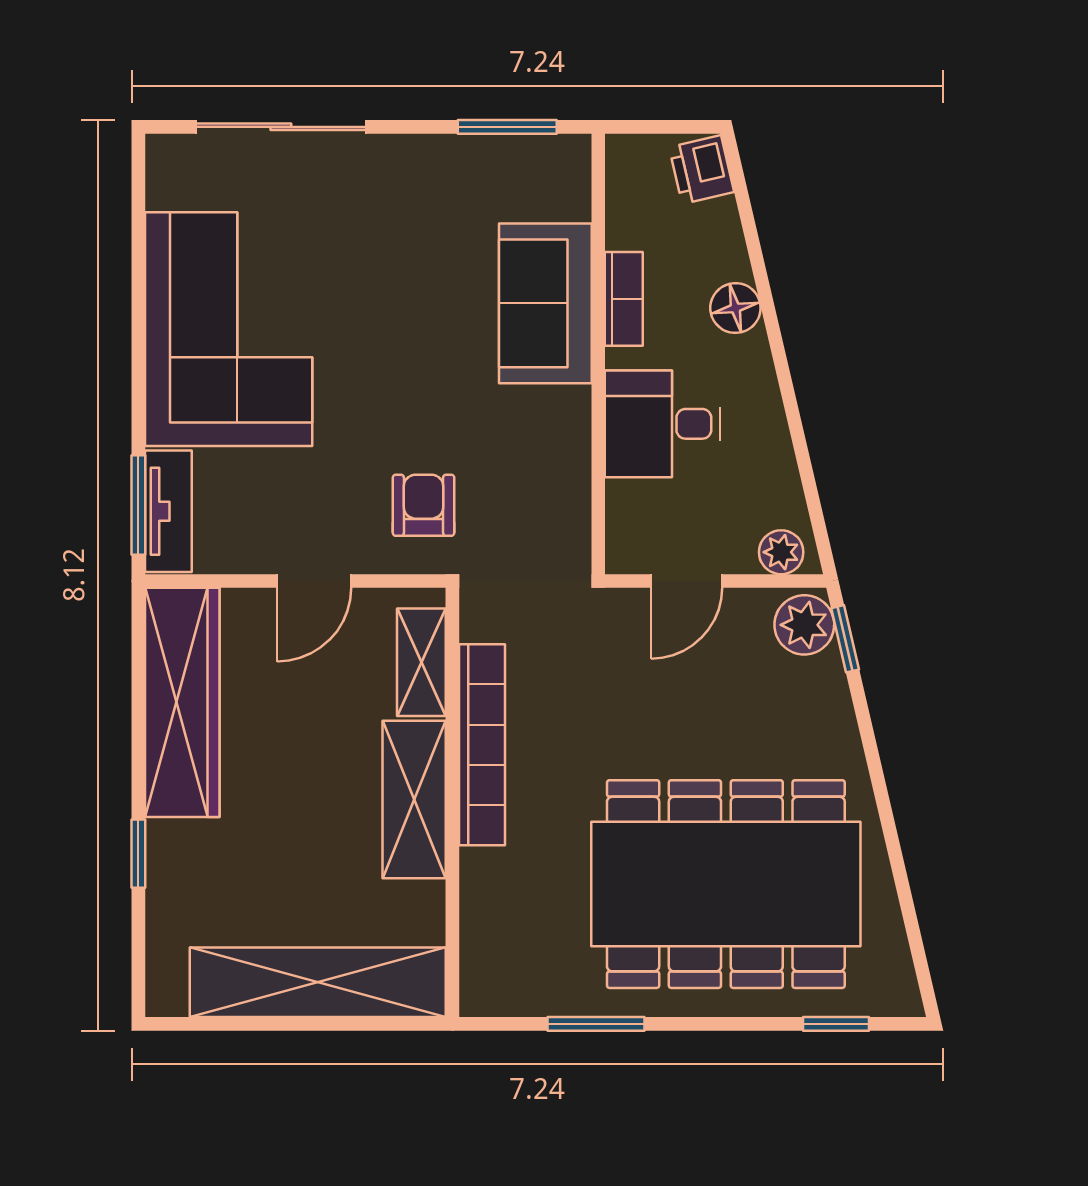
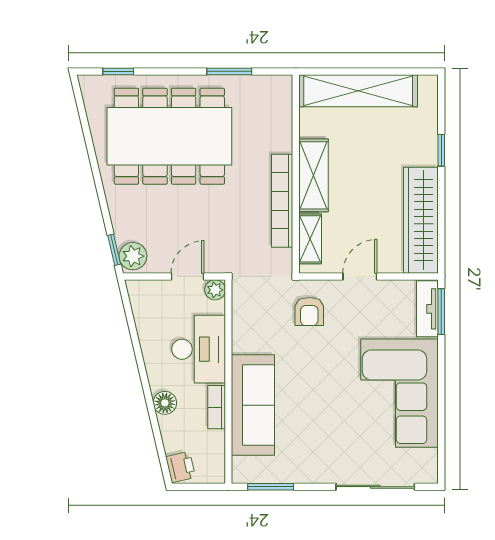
sofa: (545, 303) -> (253, 405), width x1.36
desk: (663, 424) -> (199, 349), width x1.37
plant: (781, 552) -> (215, 290), moved

